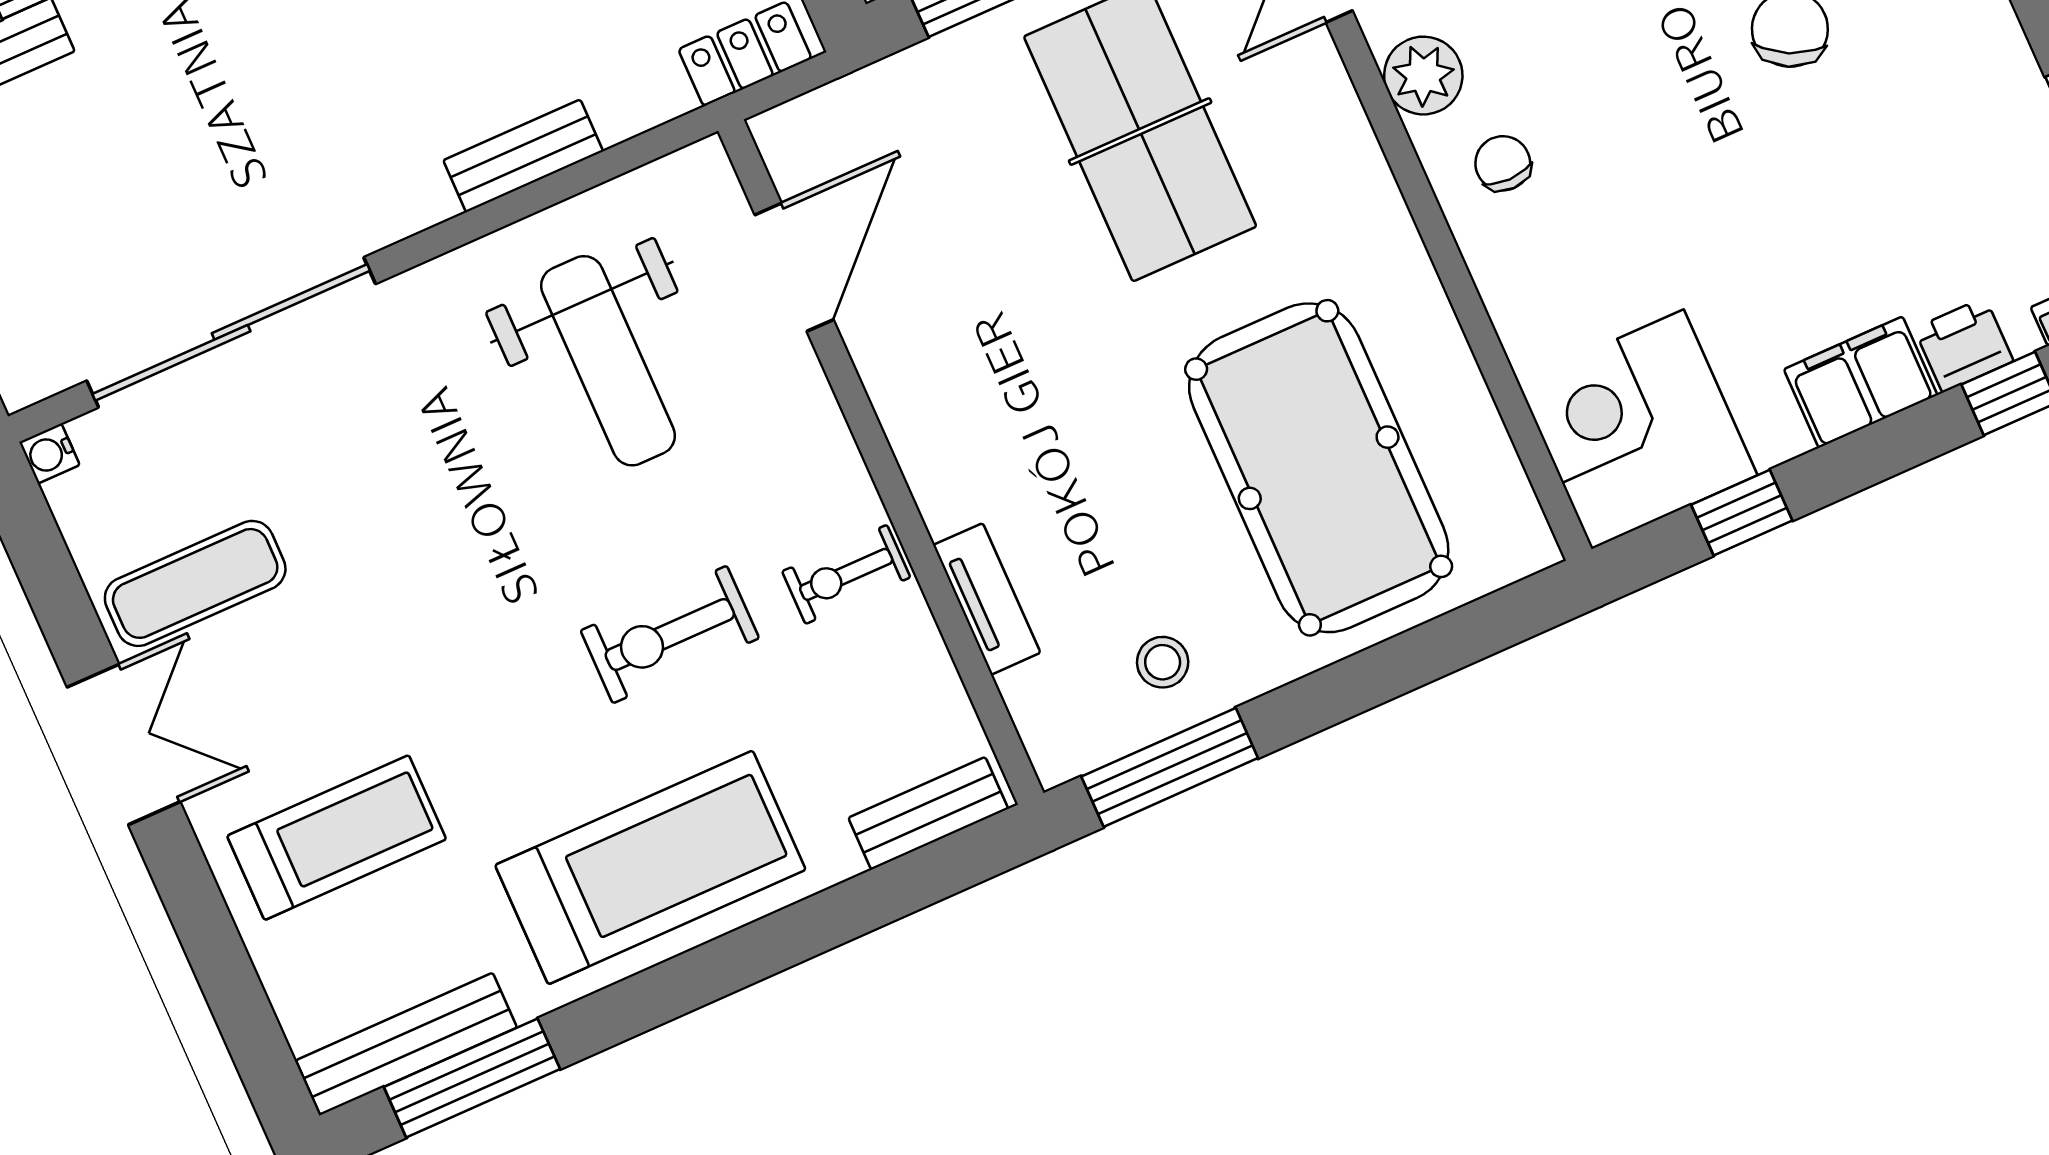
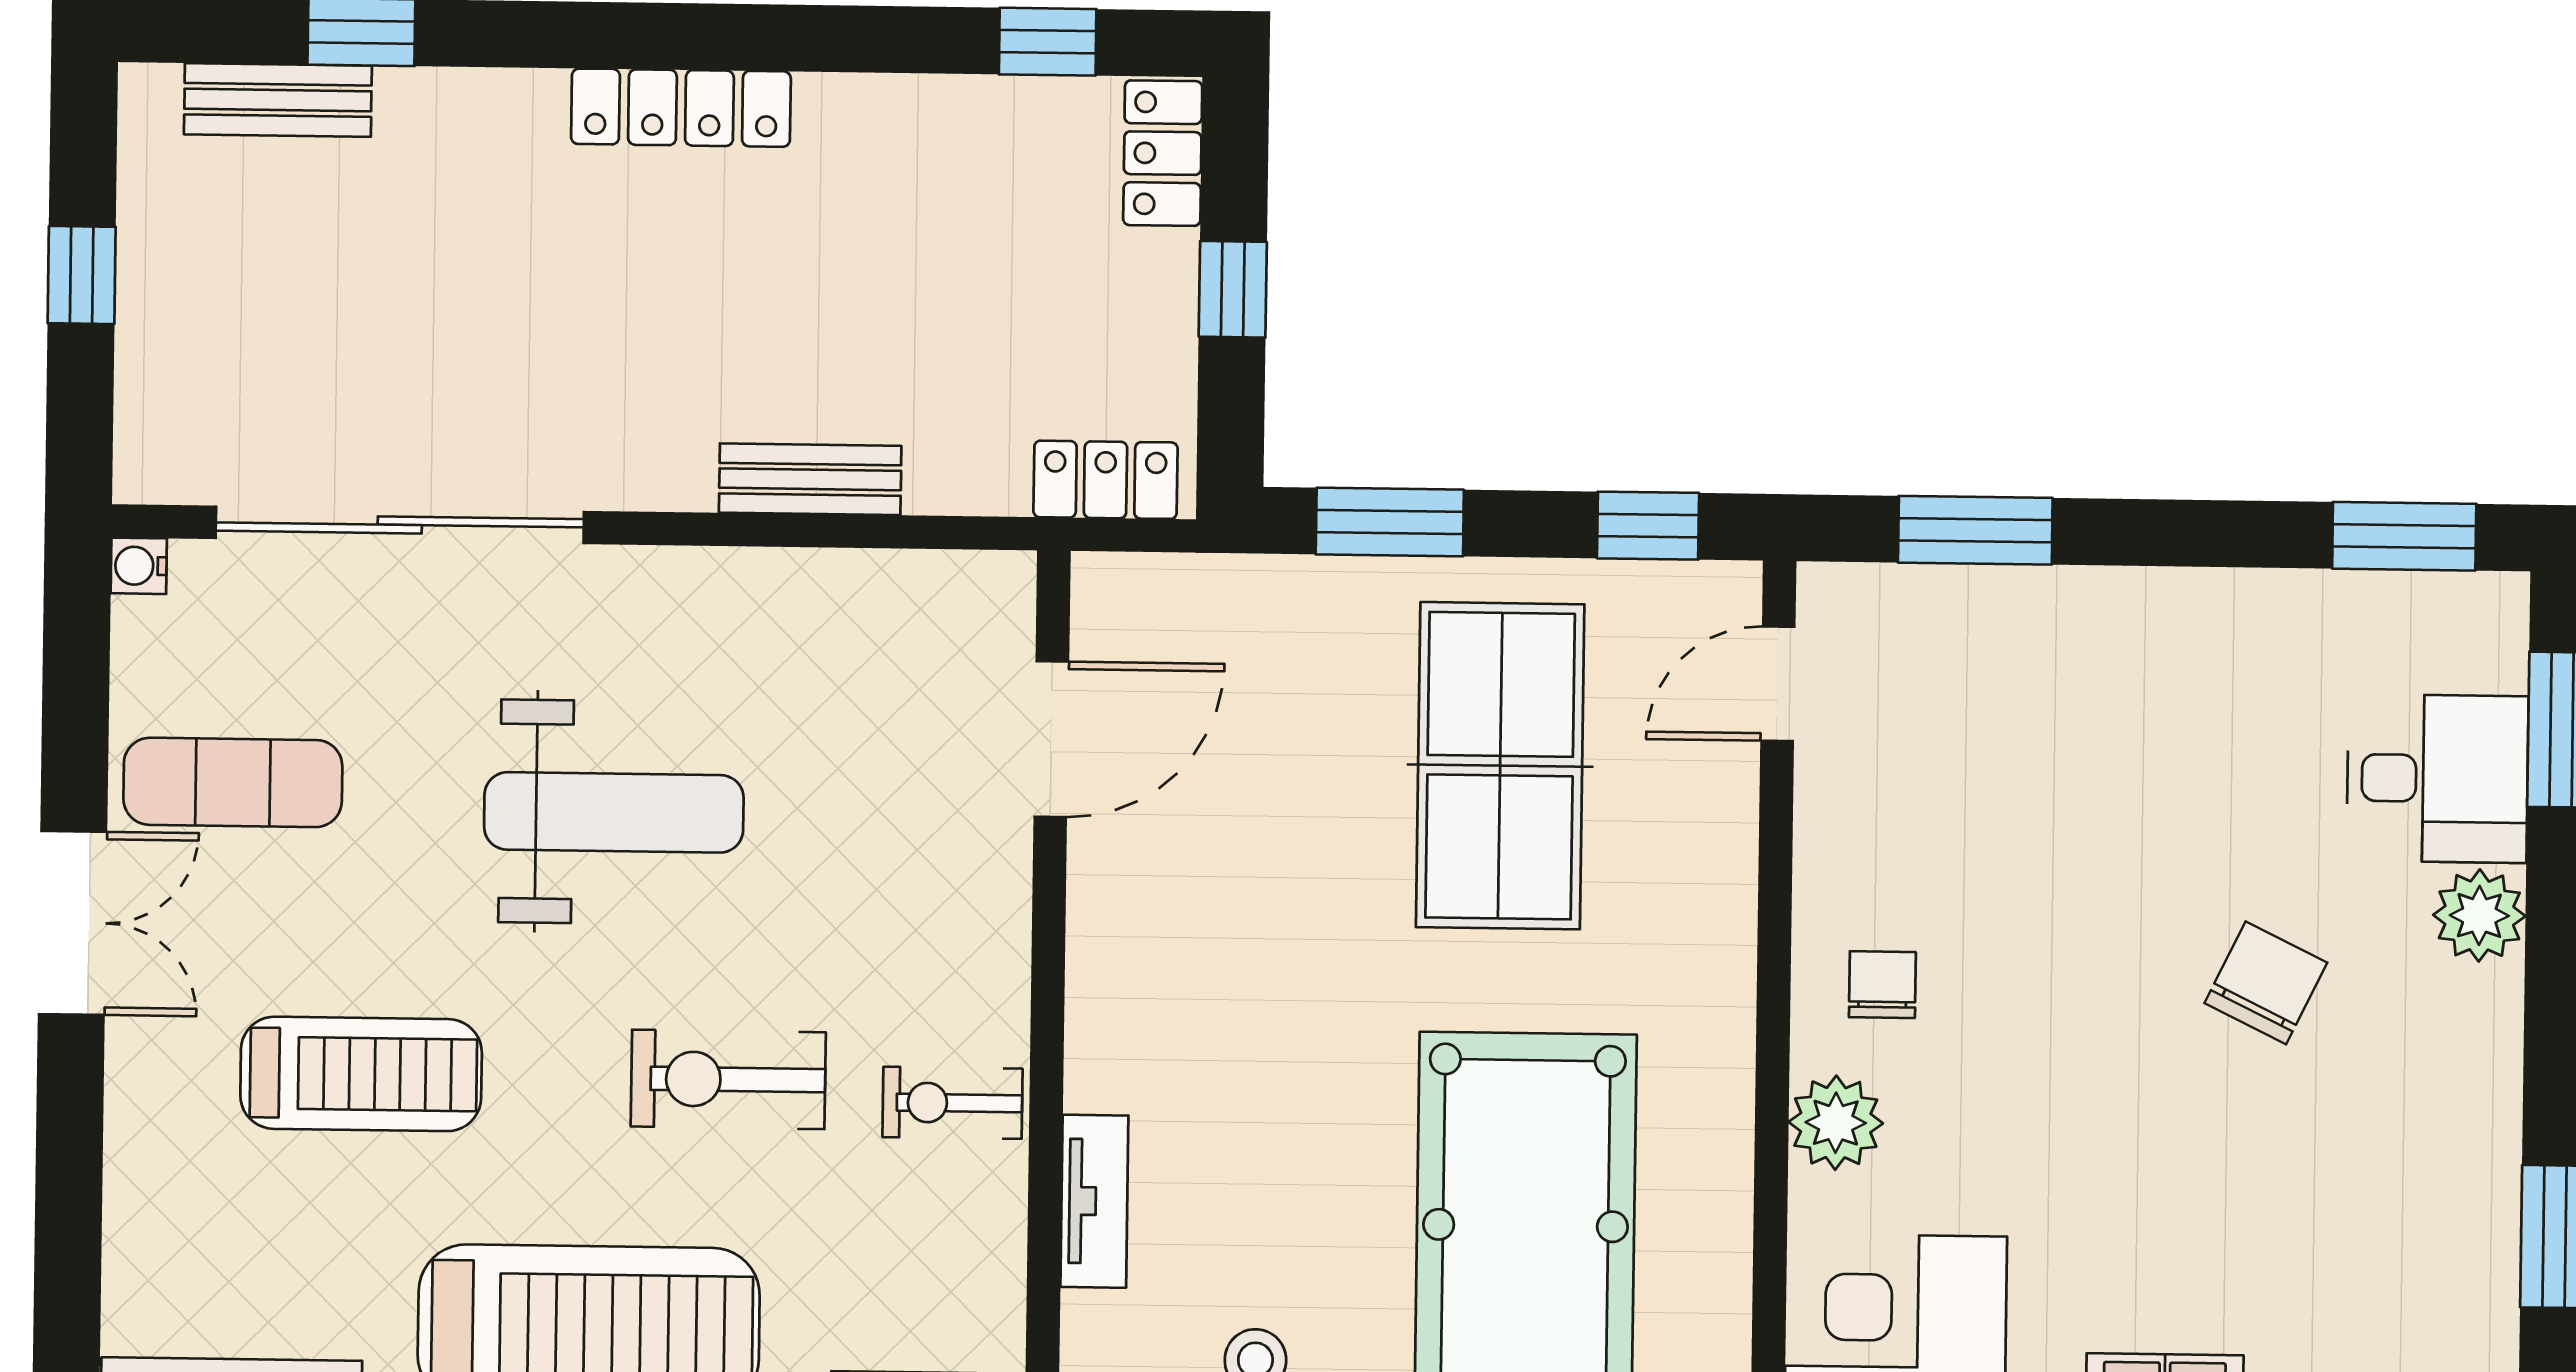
plant: (1423, 76) -> (1836, 1123), moved
weight bench: (608, 361) -> (614, 812), moved, turned -90
treadmill: (337, 838) -> (361, 1074), moved

